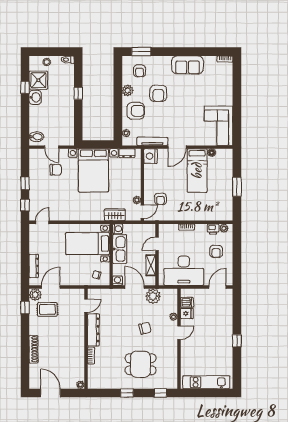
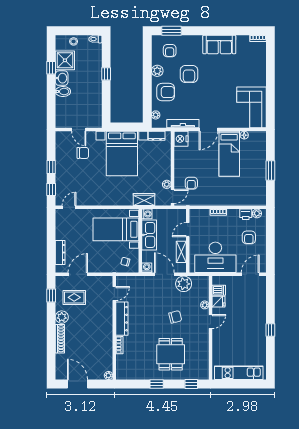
bidet: (36, 137) -> (63, 92), moved
plant: (35, 295) -> (62, 317), moved
dining table: (140, 364) -> (171, 354), turned 90

